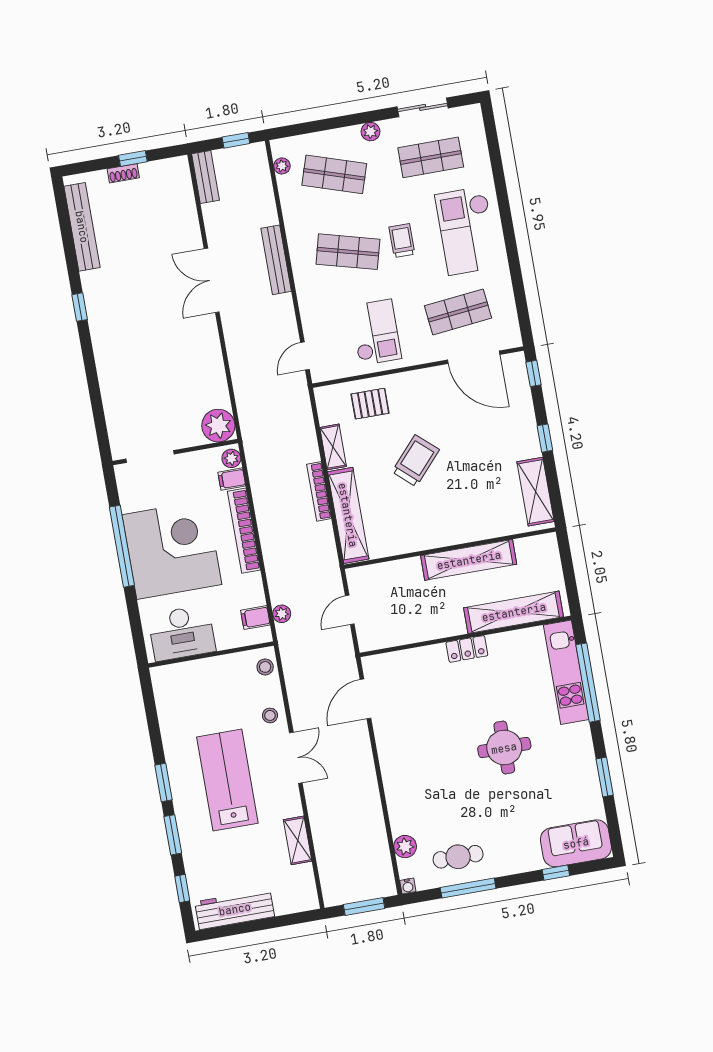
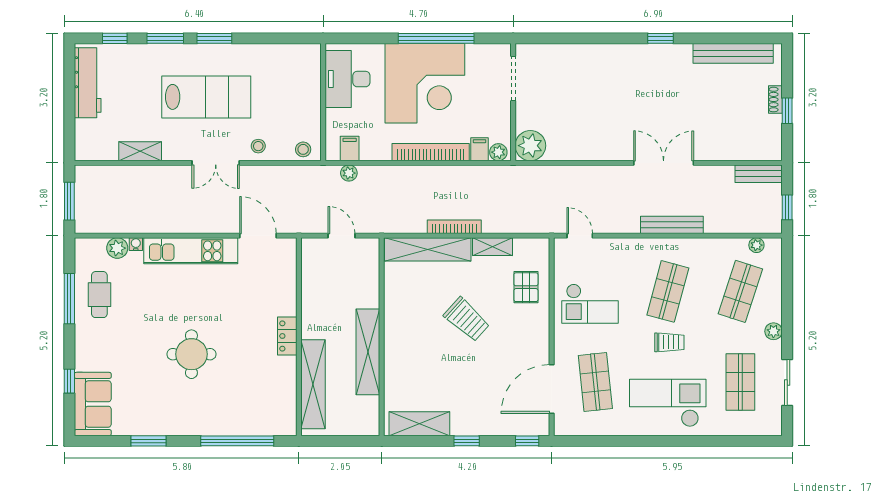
kitchen unit: (566, 672) -> (191, 251), moved, turned 180
water cooler: (408, 886) -> (136, 244), moved, turned 90

